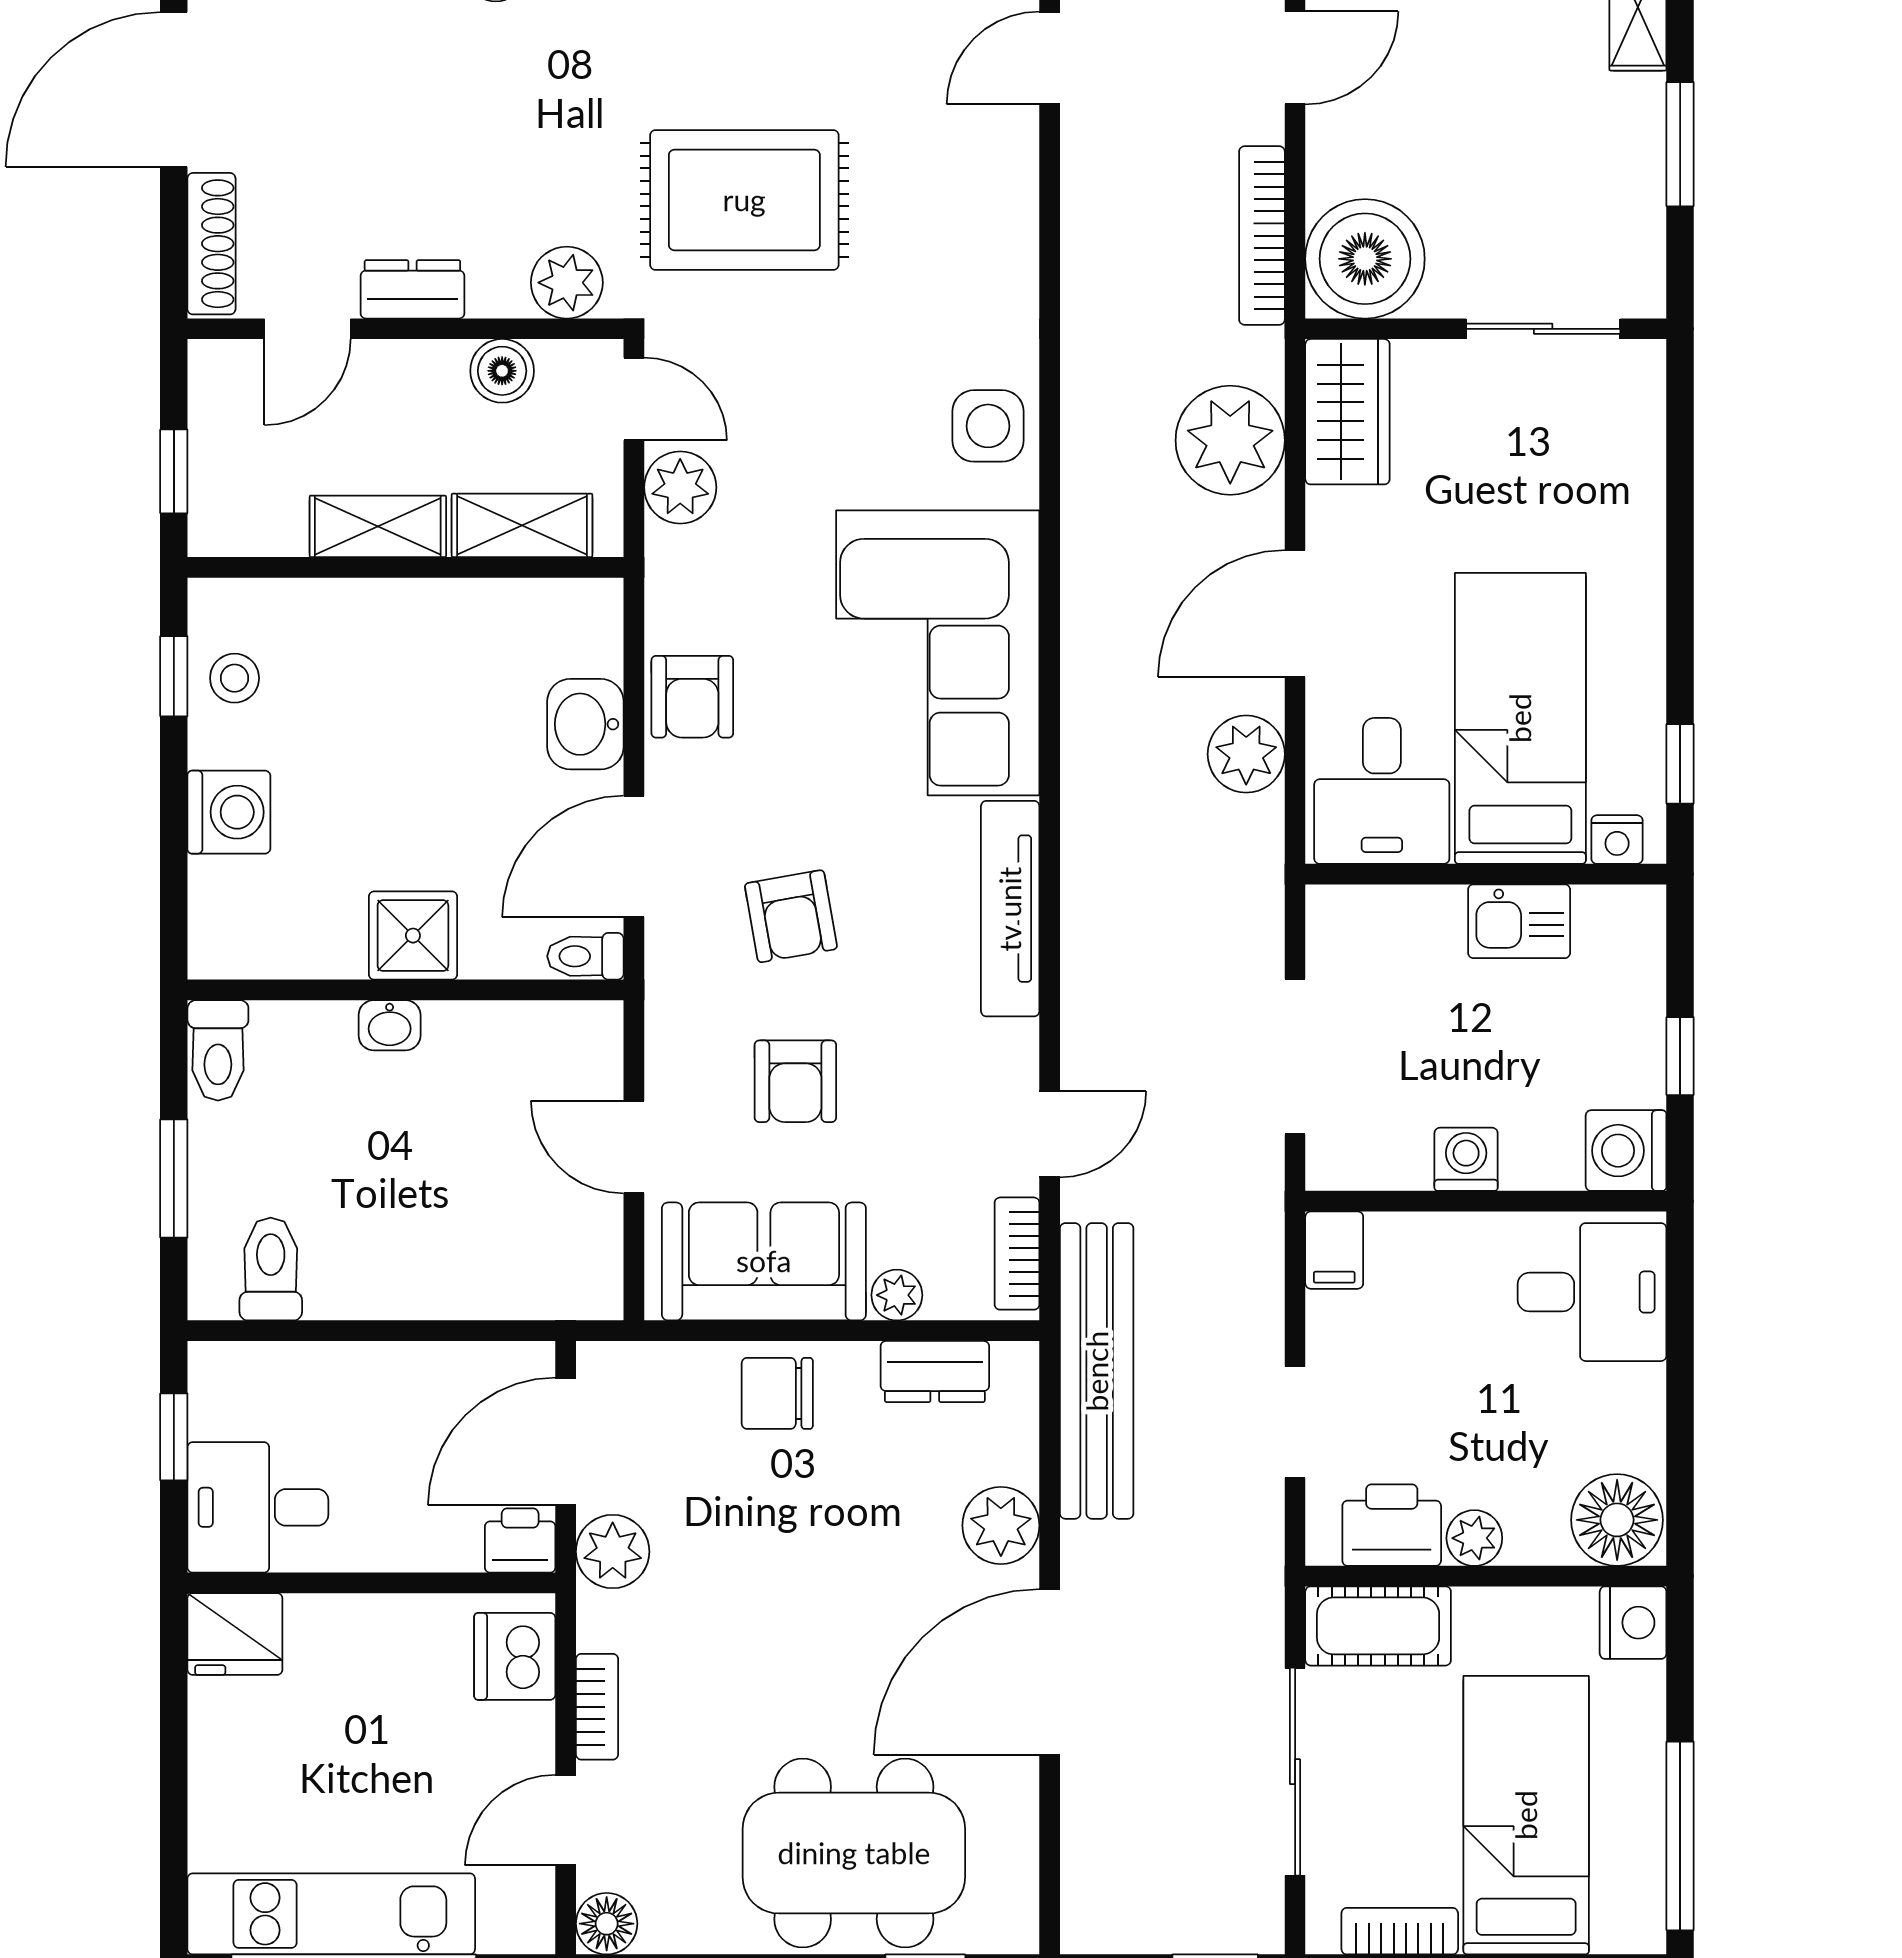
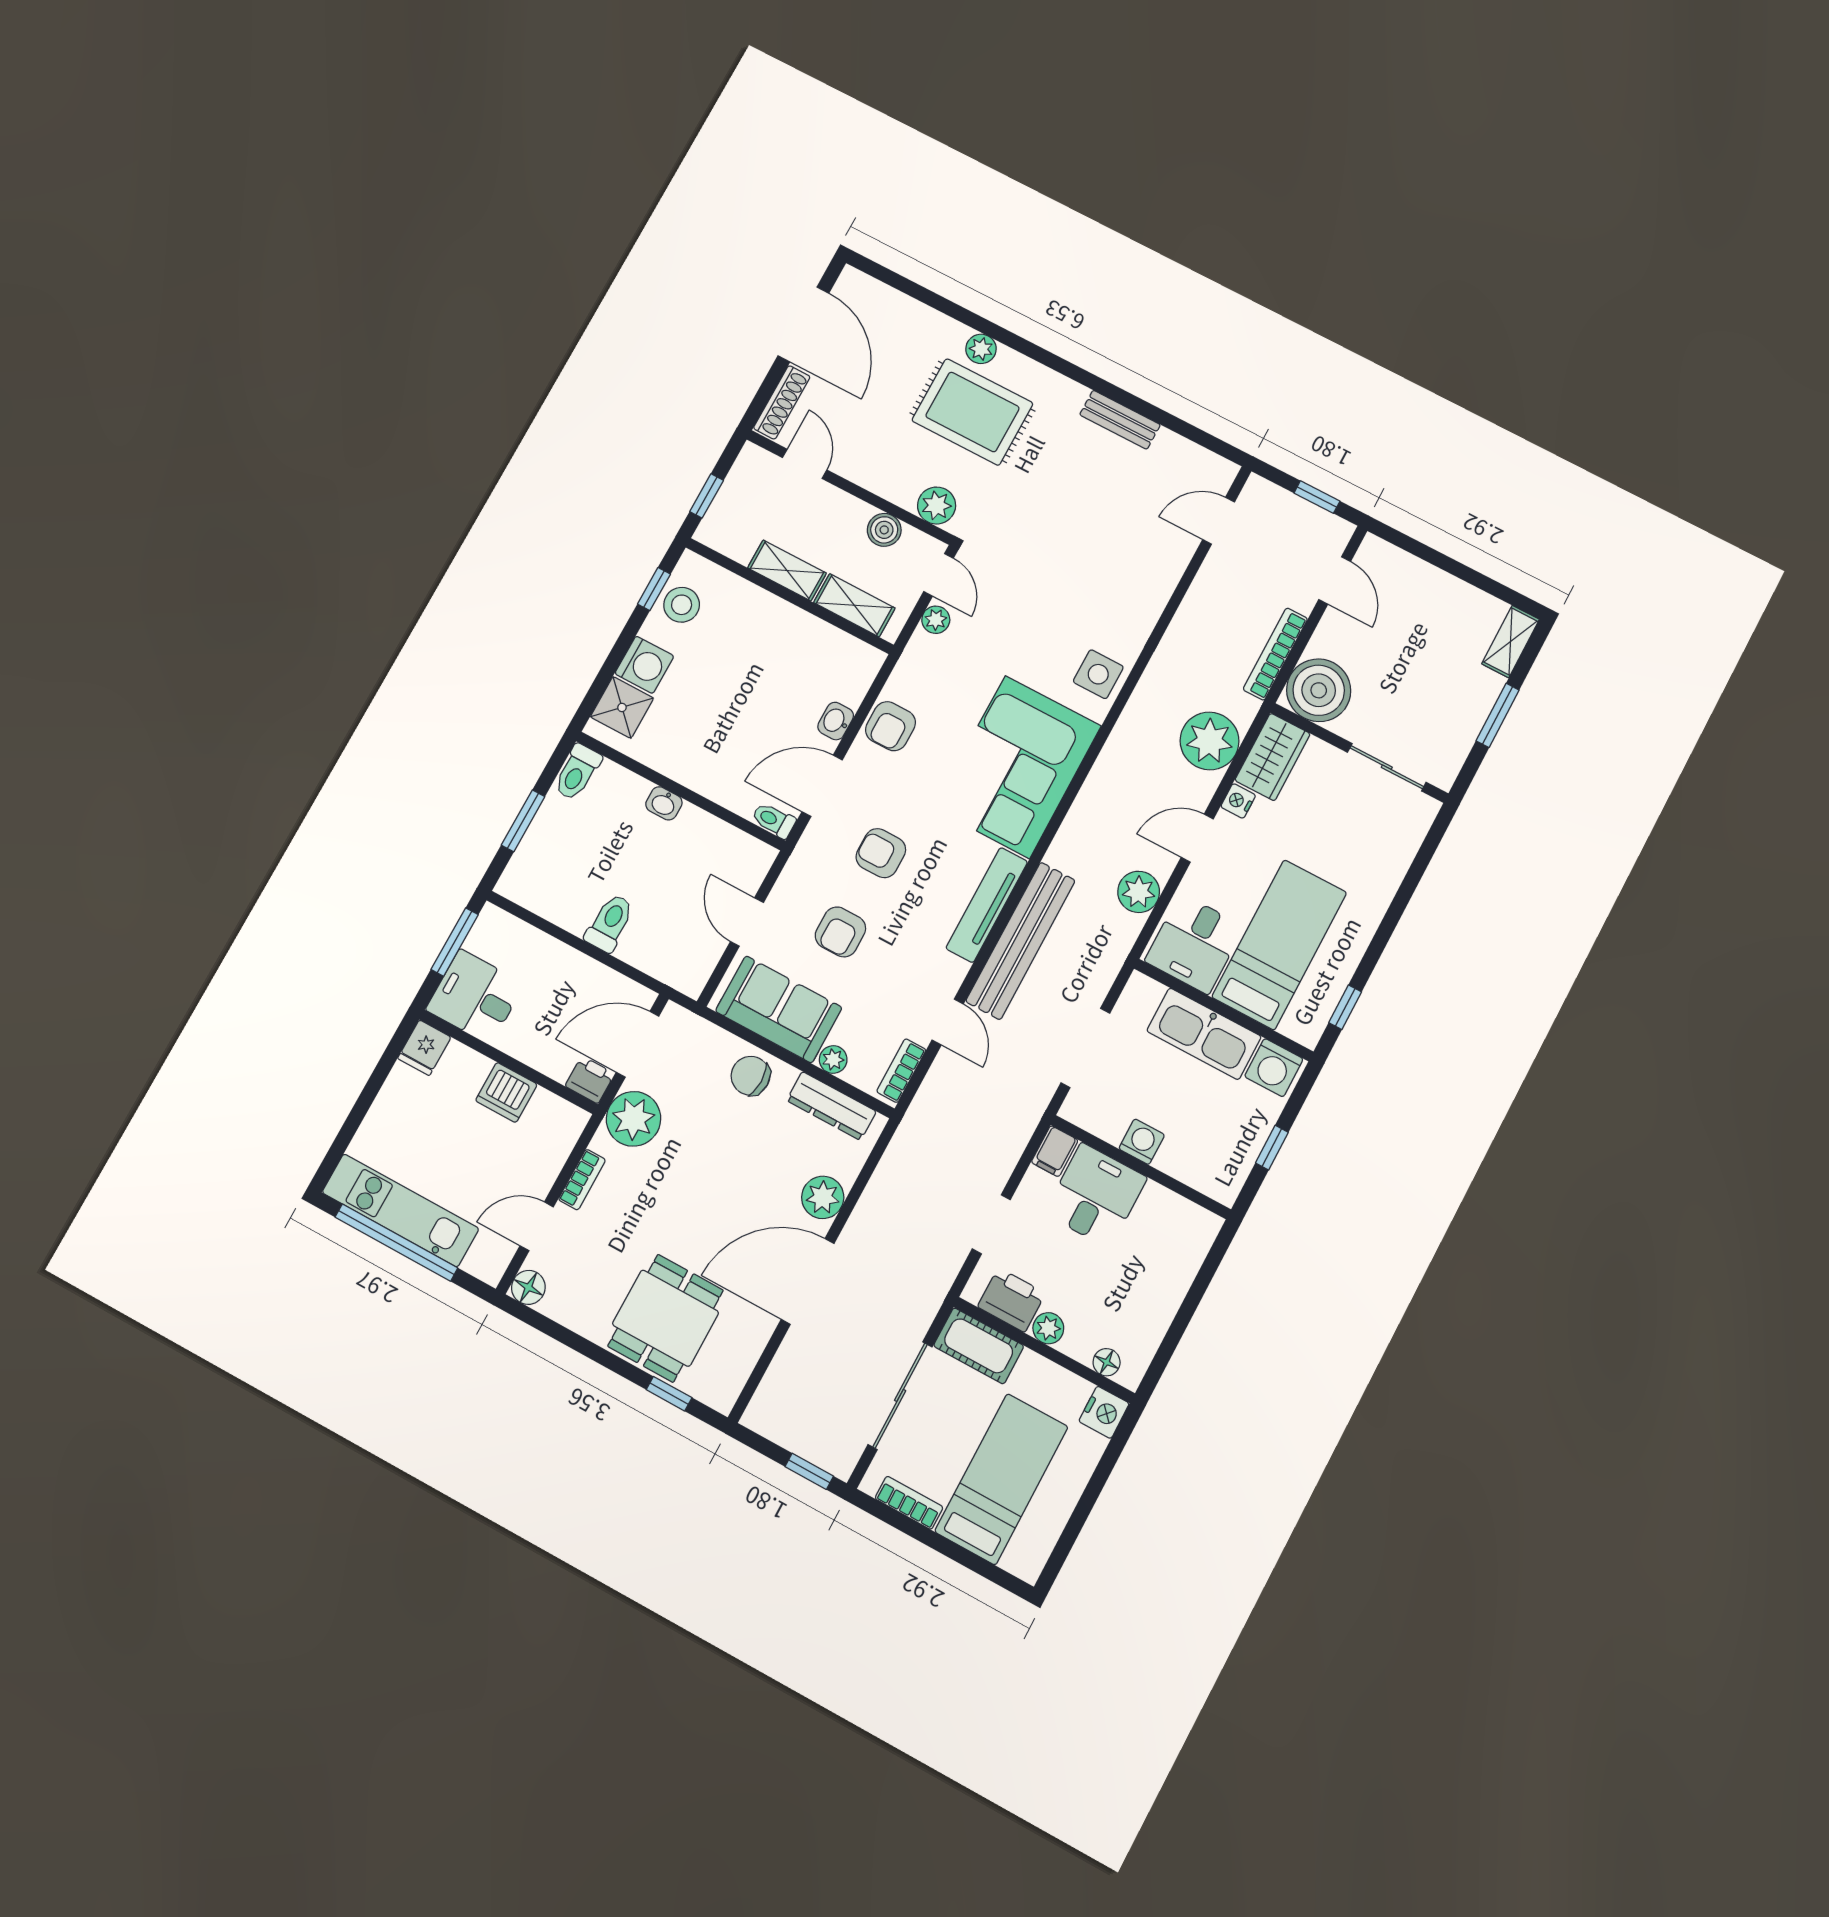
door: (1295, 58) -> (1335, 581), hinge flipped
door: (174, 90) -> (803, 325), swing flipped
rug: (744, 200) -> (972, 412), moved
dresser: (412, 289) -> (863, 471), removed
door: (308, 329) -> (805, 464), swing flipped
plant: (680, 487) -> (936, 620), width x0.73, depth x0.73
door: (1295, 614) -> (1197, 838), width x0.73
stool: (235, 678) -> (682, 605), width x1.37, depth x1.37
washbasin: (585, 724) -> (836, 721), width x0.72, depth x0.69
nightstand: (1617, 840) -> (1238, 801), moved, turned 90
armchair: (791, 916) -> (881, 853), turned 100
kitchen sink: (1519, 921) -> (1204, 1034), width x1.87, depth x1.24
shower: (413, 936) -> (622, 707), moved
door: (1050, 1134) -> (948, 1022), hinge flipped
washing machine: (1626, 1151) -> (1274, 1068), moved, turned -90
toilet: (271, 1269) -> (610, 923), moved
desk: (1592, 1292) -> (1096, 1196), moved, turned -90
dresser: (935, 1371) -> (831, 1106), width x1.44
bench: (1097, 1371) -> (1020, 941), moved
window: (174, 1437) -> (455, 942), width x1.50
floor lamp: (1617, 1520) -> (1107, 1362), width x0.53, depth x0.53
plant: (613, 1552) -> (633, 1119), width x1.36, depth x1.36
fridge: (235, 1634) -> (424, 1048), width x0.72
dishwasher: (515, 1656) -> (506, 1092), moved, turned -90
window: (1680, 1836) -> (1072, 1531), removed
dining table: (854, 1853) -> (666, 1318), width x0.73

